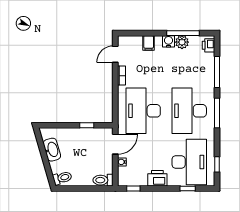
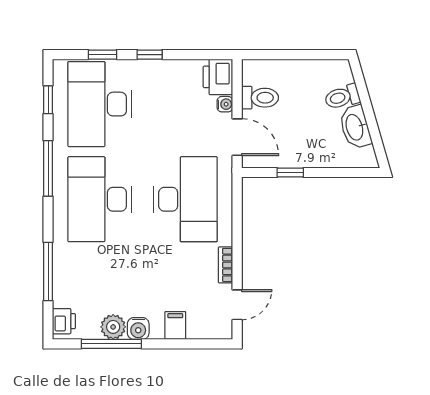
desk: (189, 111) -> (100, 199), turned 180
window: (217, 113) -> (48, 168), moved
door: (115, 144) -> (237, 137), swing flipped
toilet: (62, 178) -> (342, 97), moved
printer: (157, 178) -> (218, 77), moved, turned 90
toilet: (103, 180) -> (260, 98), moved
window: (133, 189) -> (150, 55), moved

